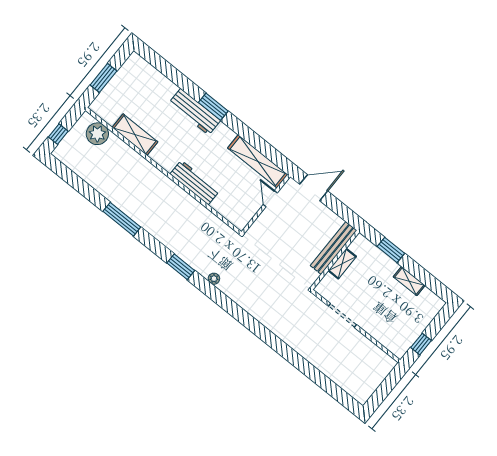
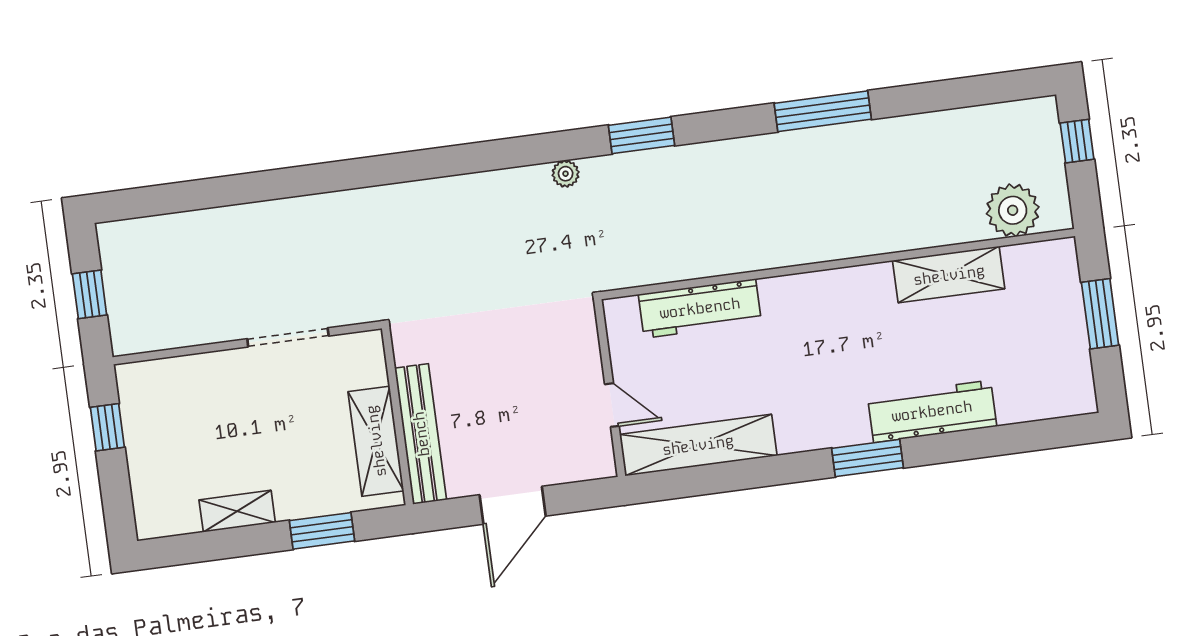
workbench: (195, 112) -> (932, 411), moved
workbench: (195, 182) -> (700, 308), moved
door: (314, 188) -> (513, 505), moved
shelving: (342, 264) -> (376, 441), width x1.50, depth x1.33
window: (386, 387) -> (90, 294), added

